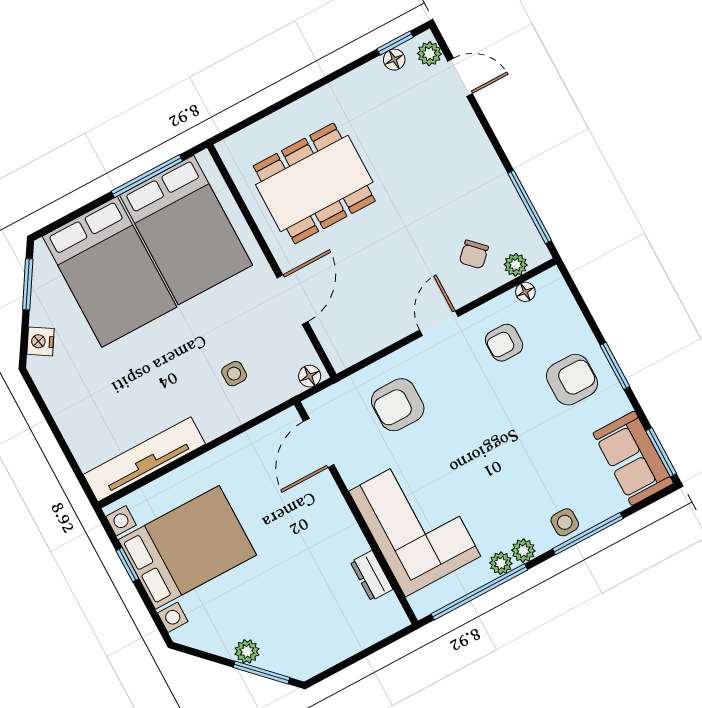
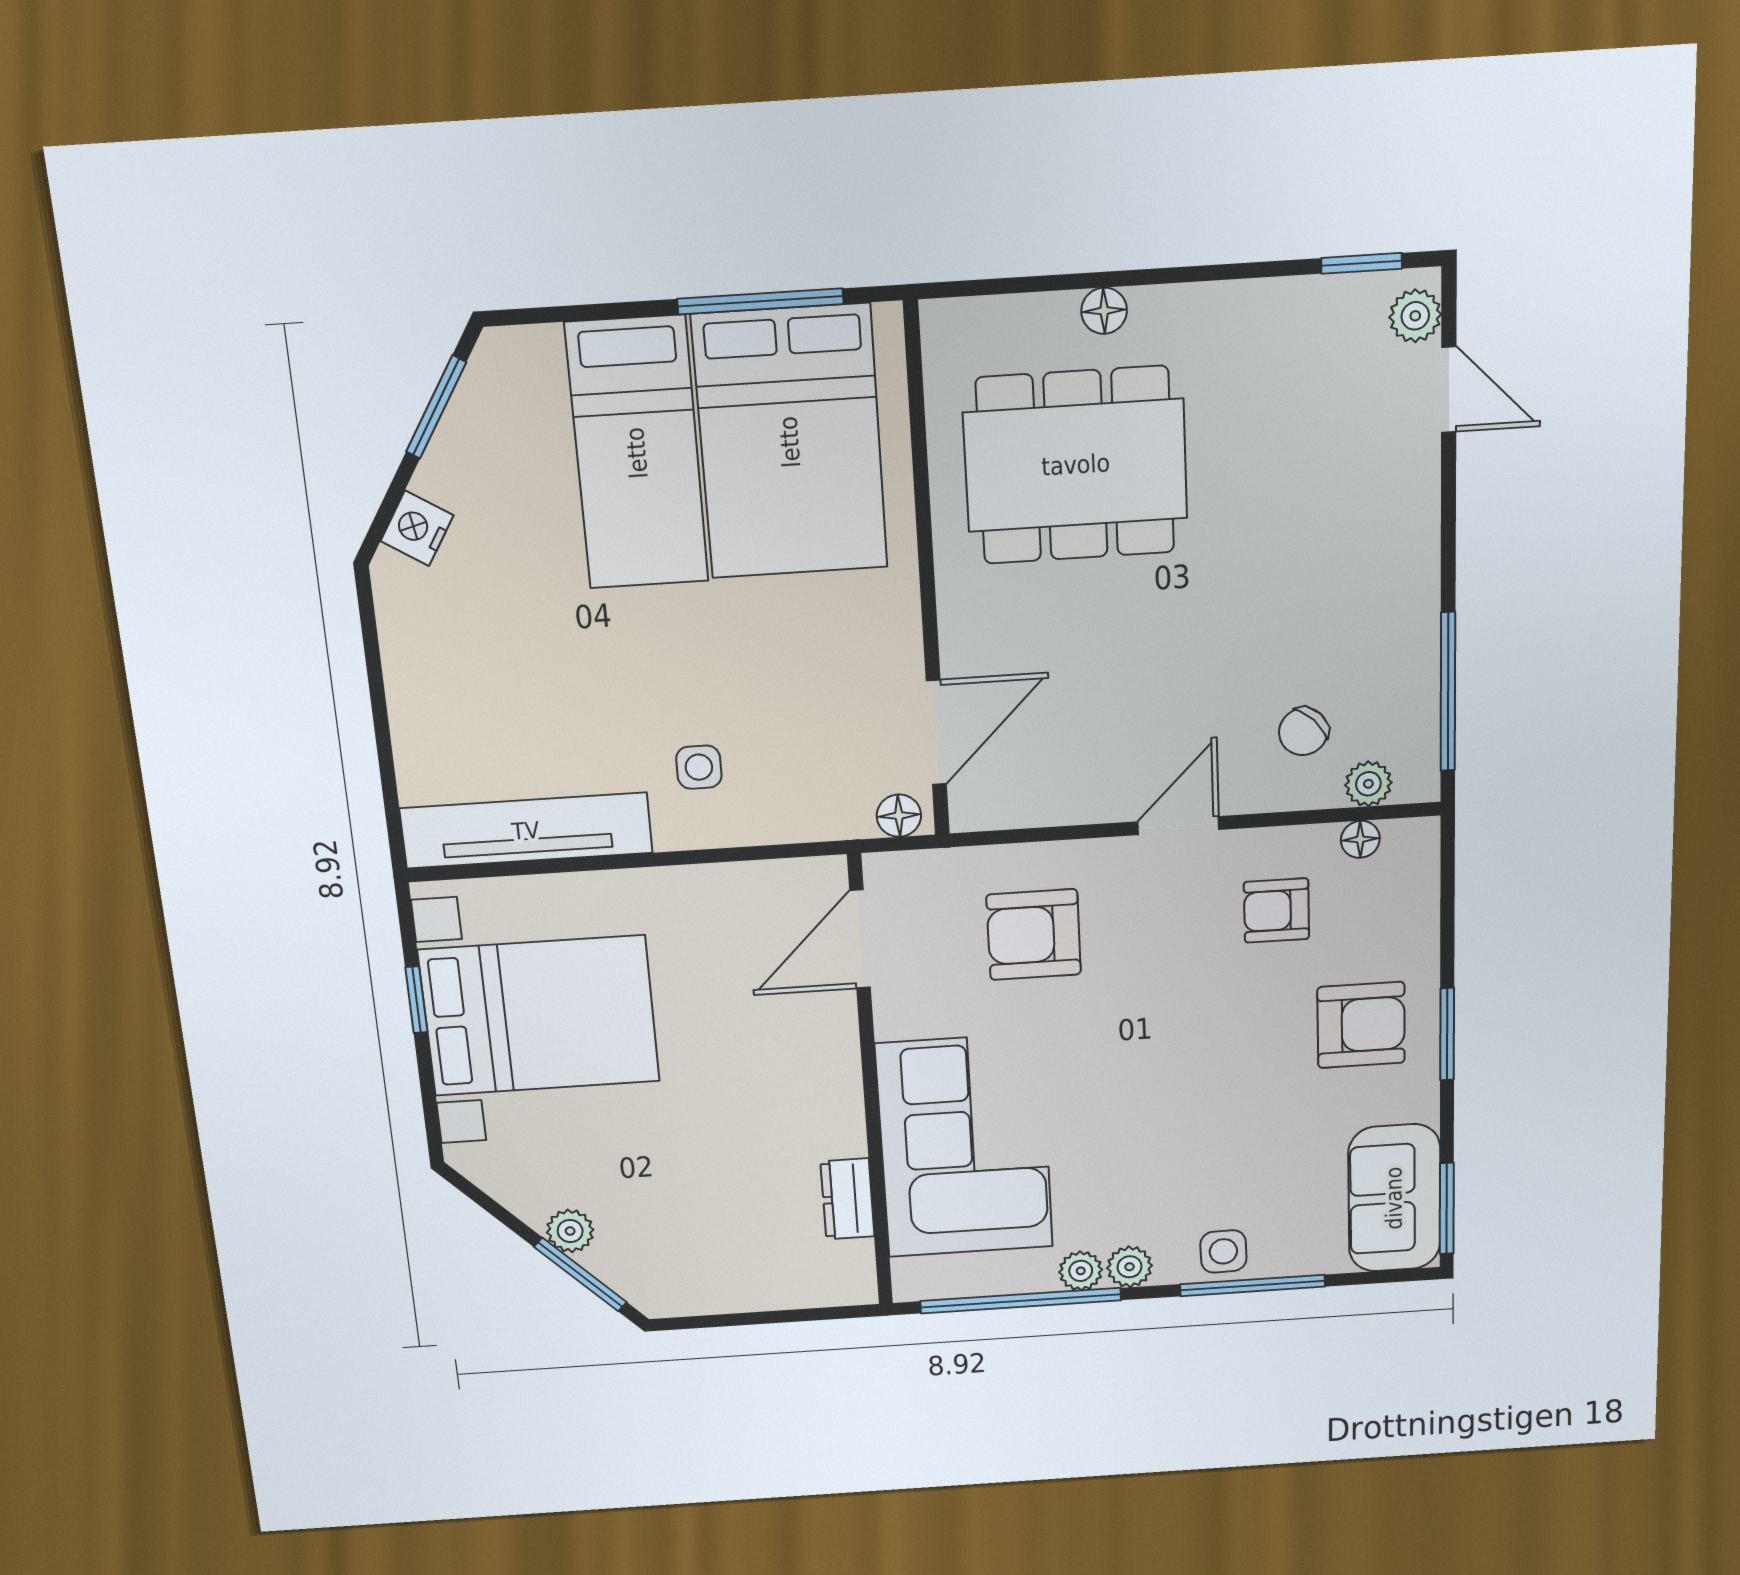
floor lamp: (394, 60) -> (1104, 311), moved
bed: (110, 272) -> (637, 453), width x0.67
door: (292, 300) -> (936, 732), moved
side table: (234, 374) -> (699, 767), moved

